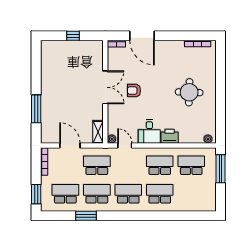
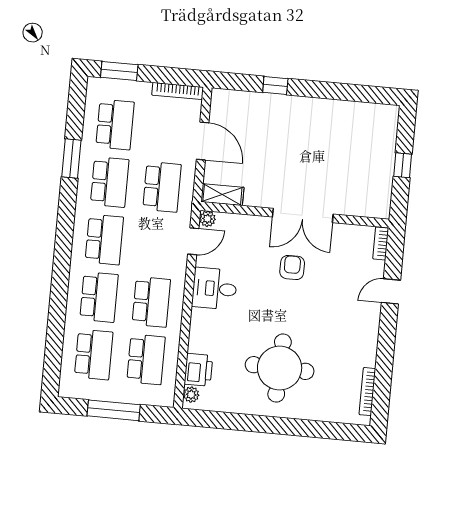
door: (142, 36) -> (391, 291), width x0.53
round table: (189, 92) -> (280, 368), width x1.36, depth x1.36
window: (36, 109) -> (275, 85), width x0.46
printer: (170, 136) -> (198, 370), moved
door: (70, 145) -> (203, 141), hinge flipped
window: (220, 169) -> (114, 410), moved
school desk: (191, 194) -> (94, 355), added

